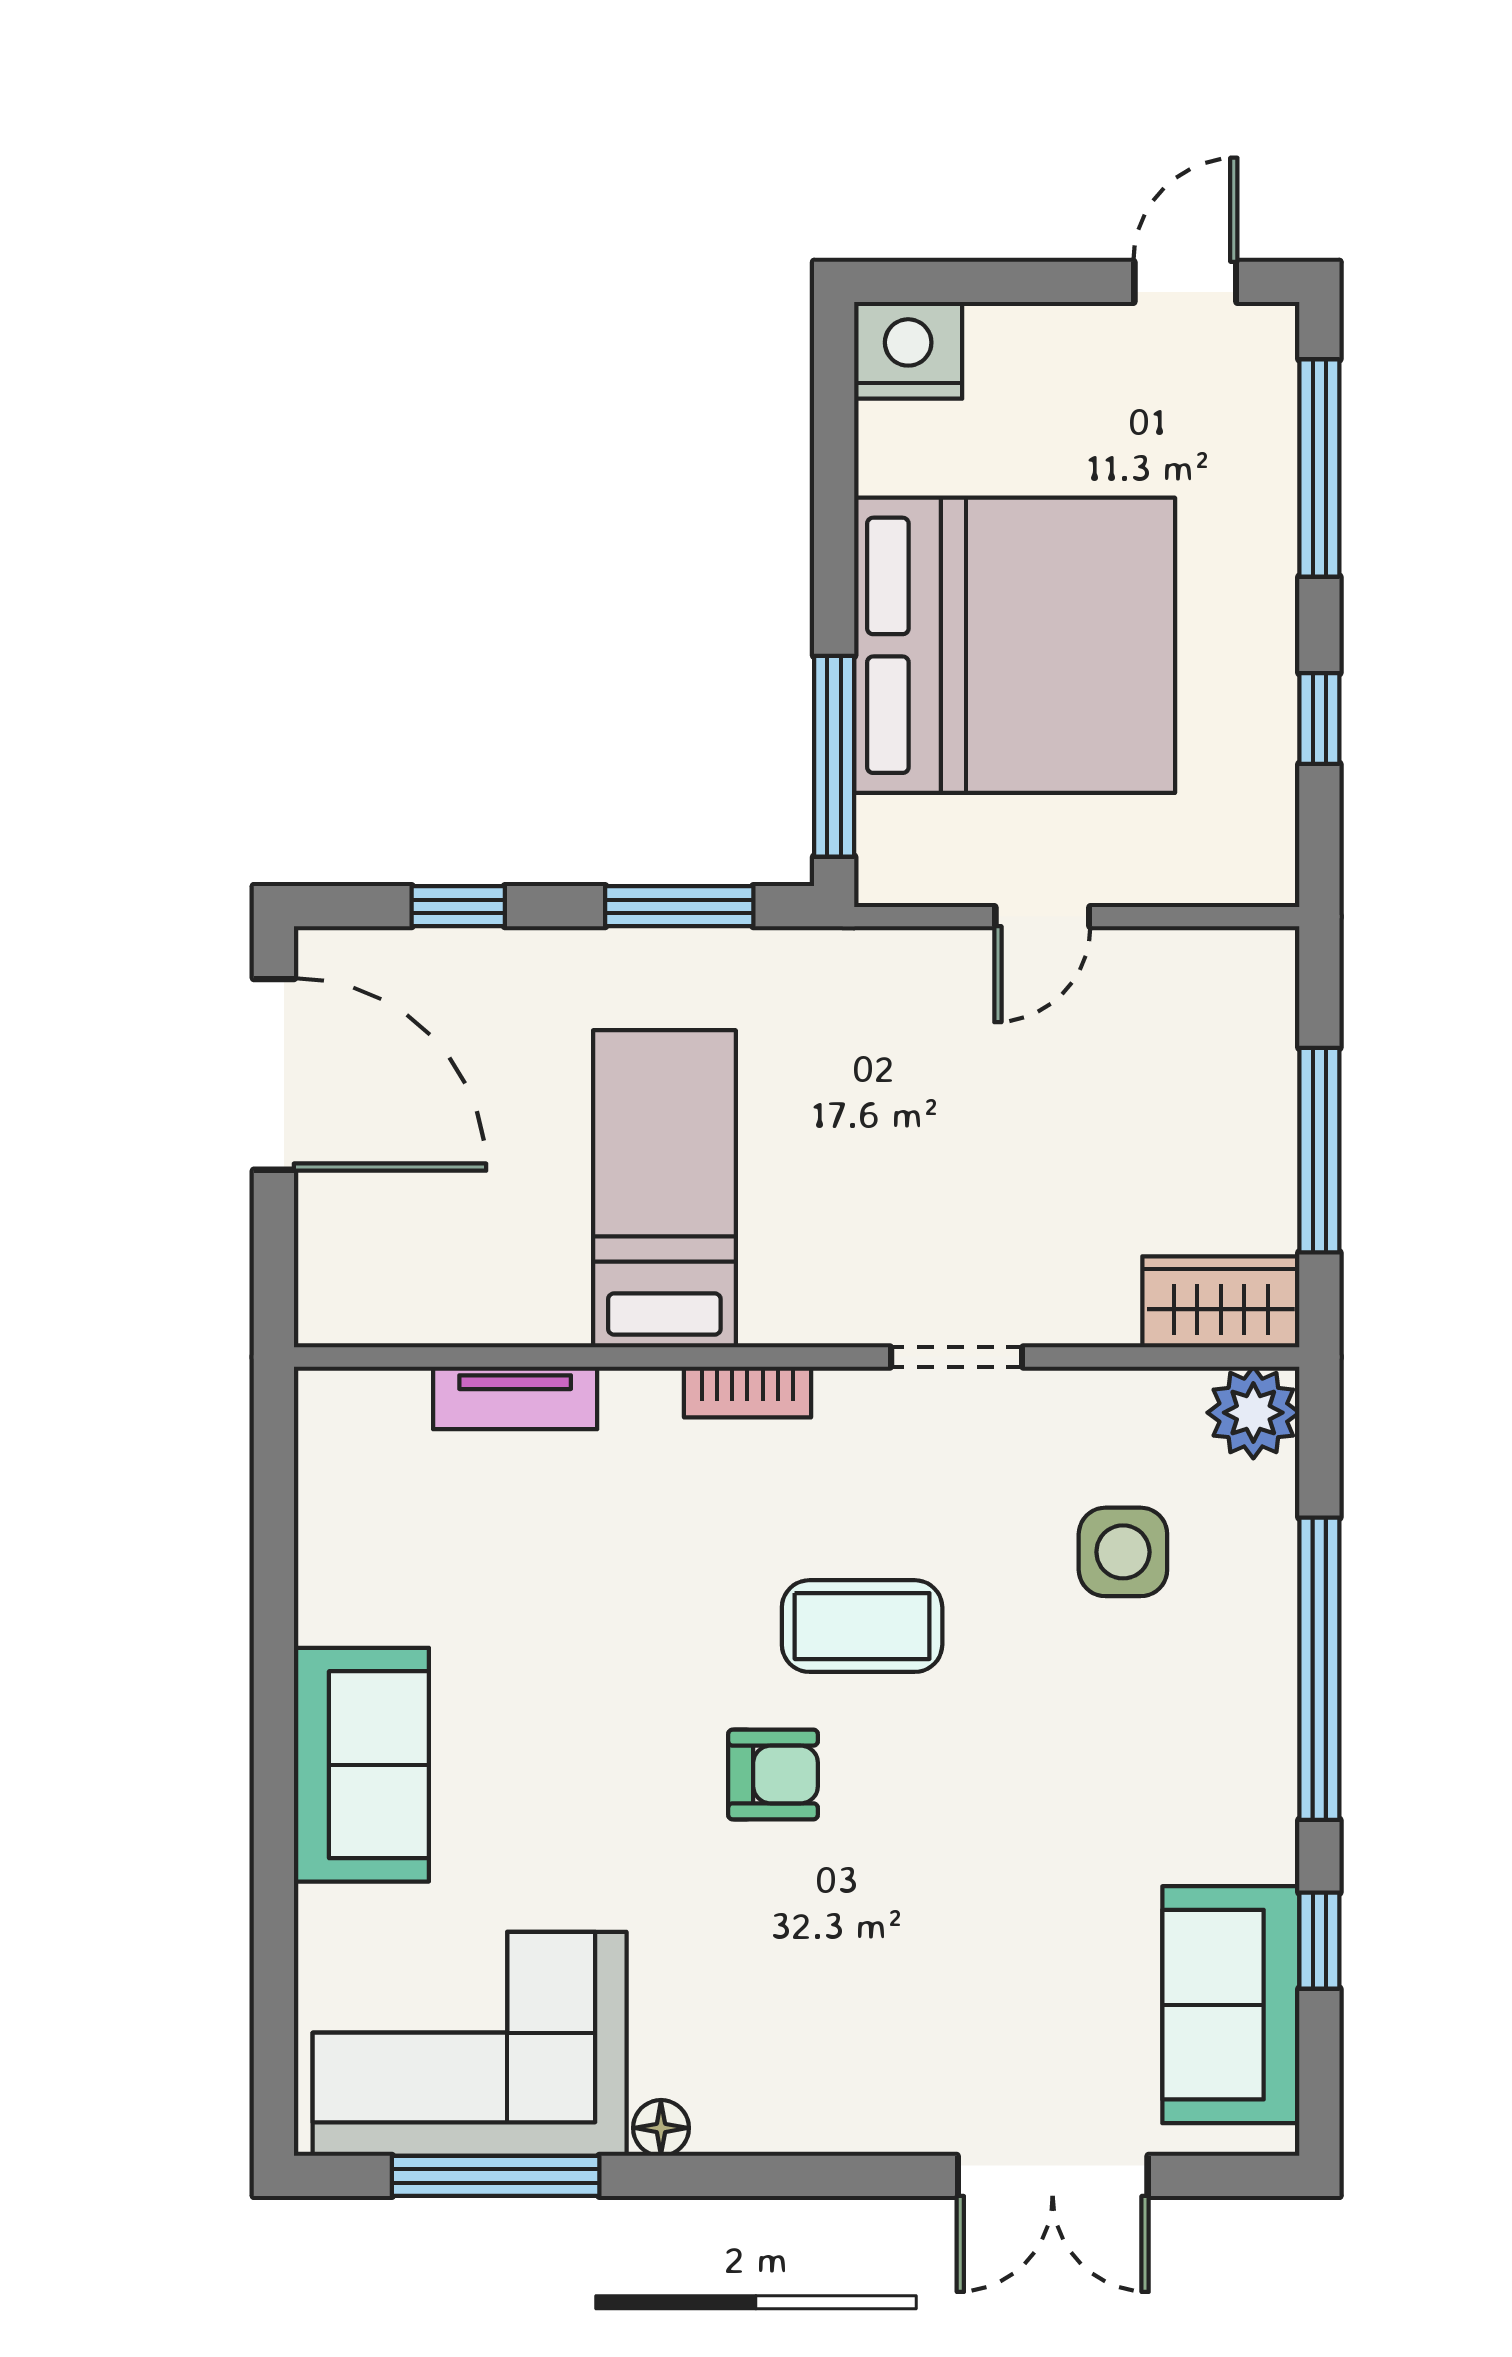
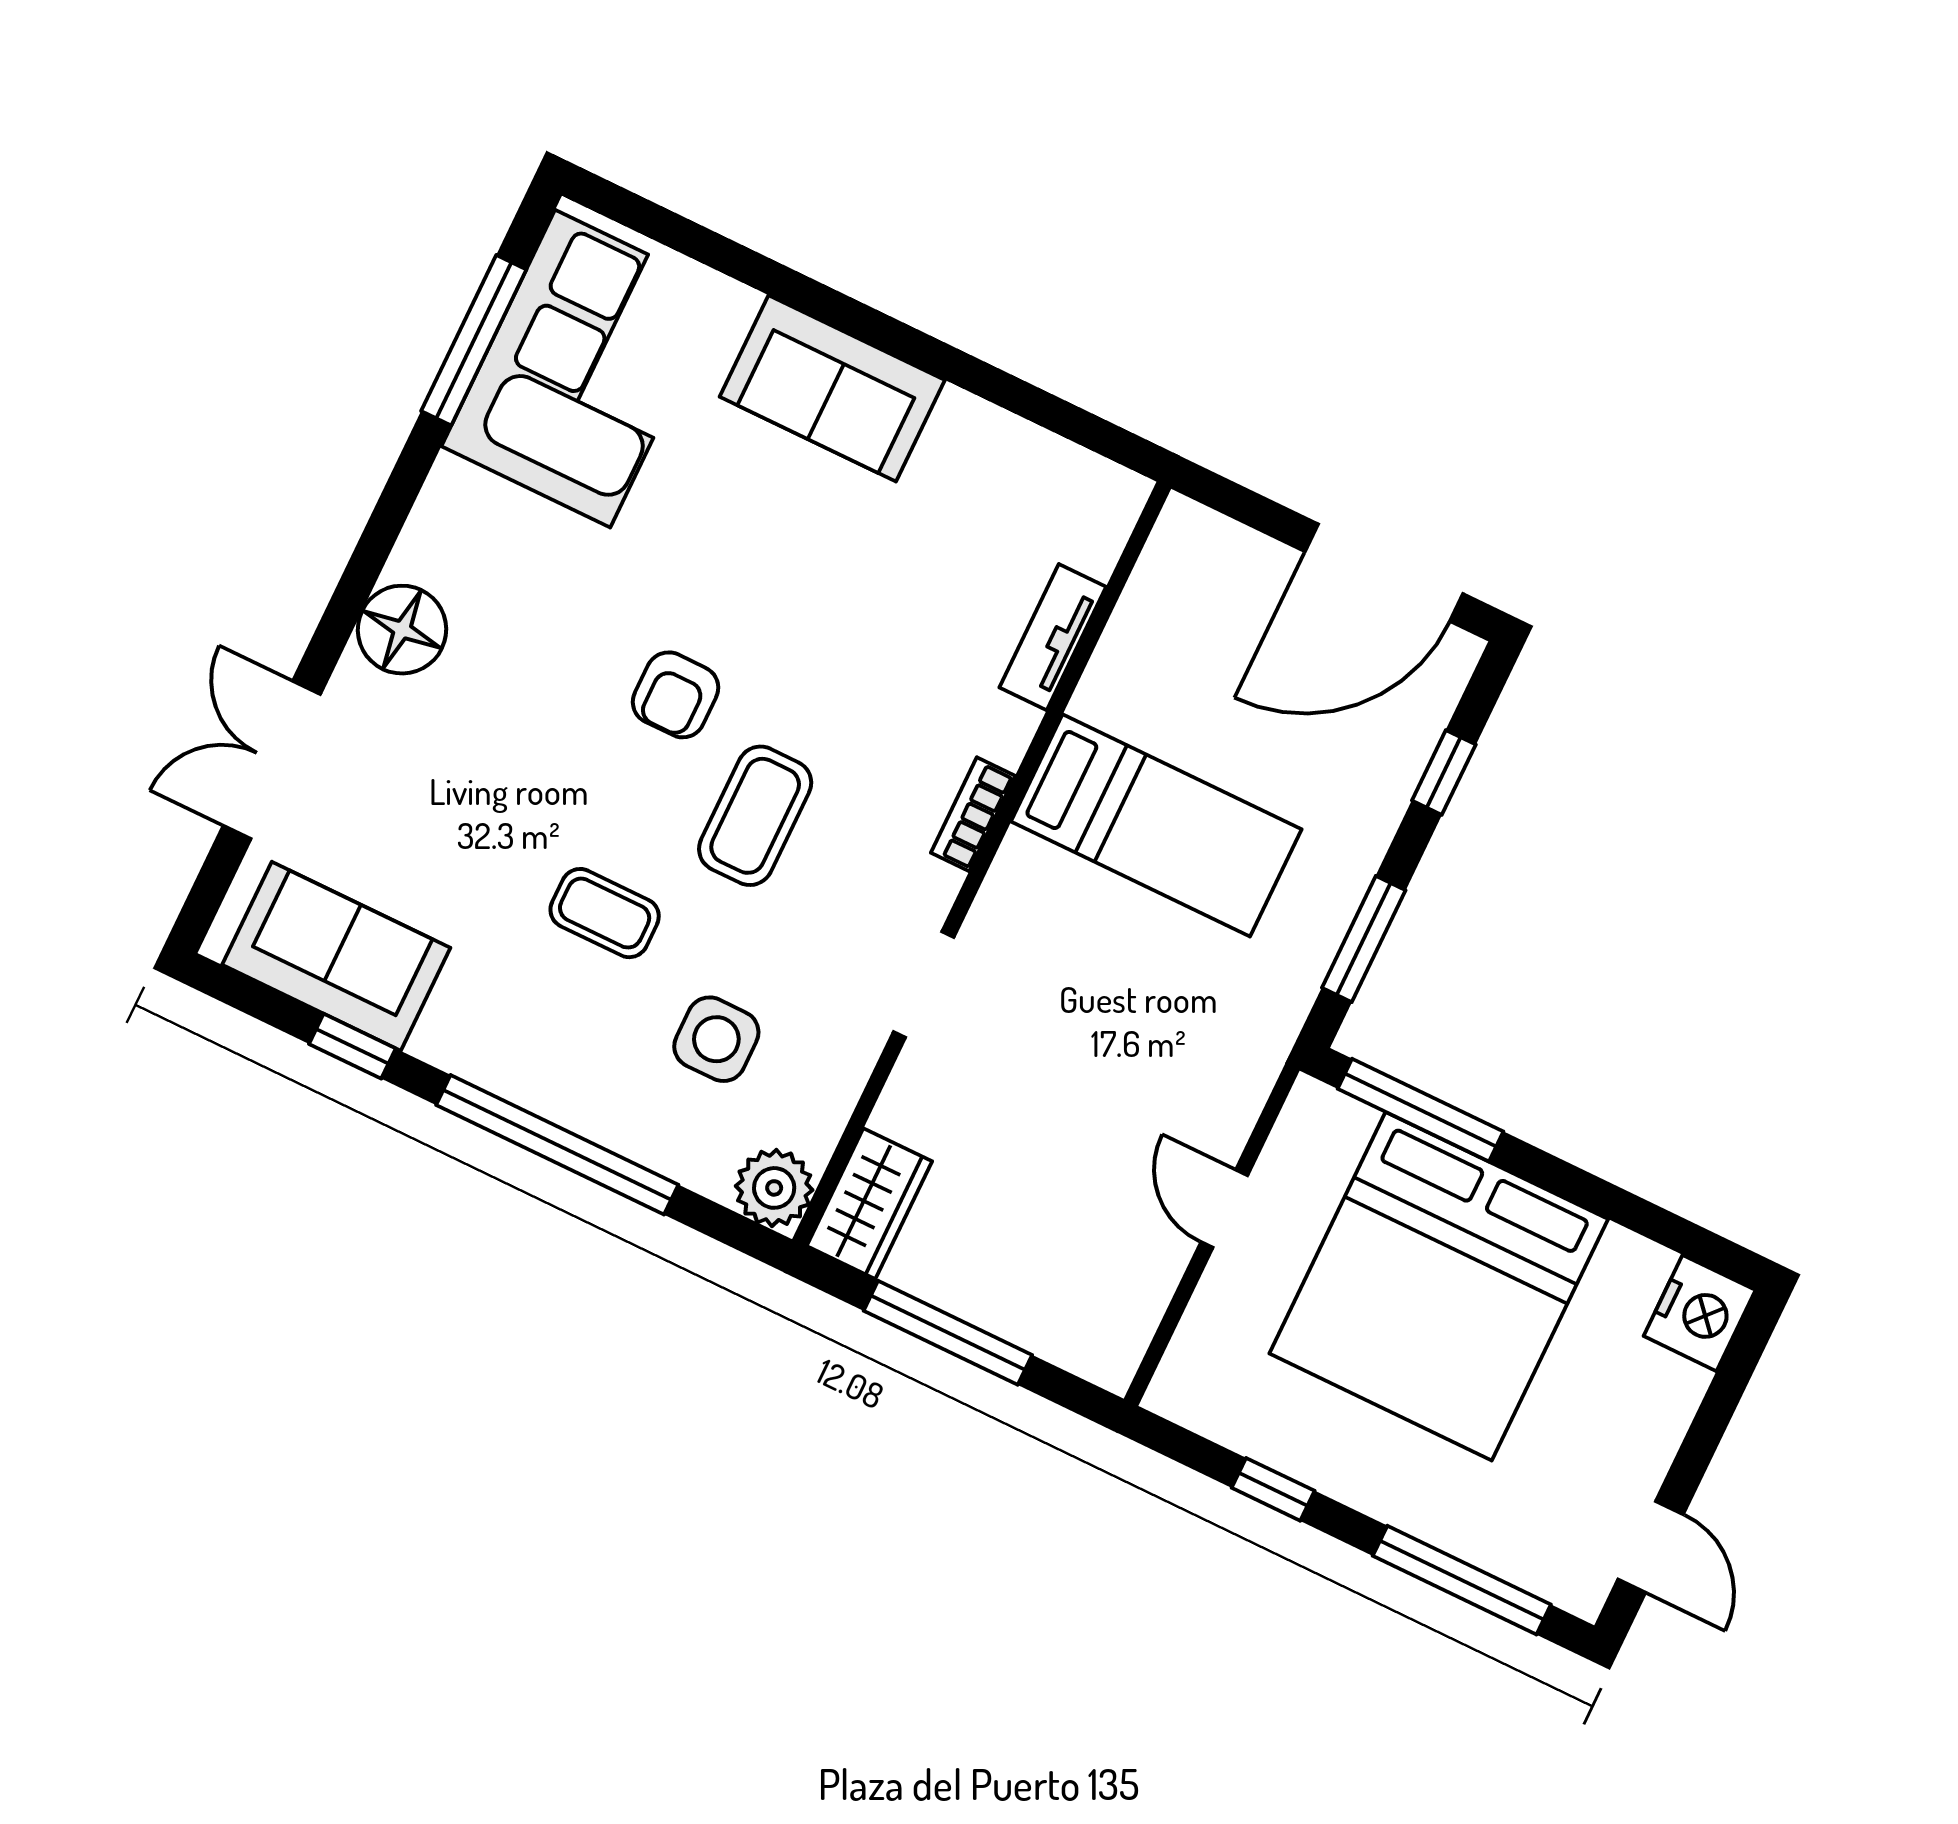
coffee table: (1045, 1738) -> (605, 913), added
floor lamp: (661, 2128) -> (402, 630), moved, width x1.89, depth x1.89

